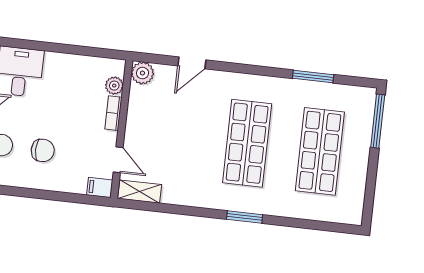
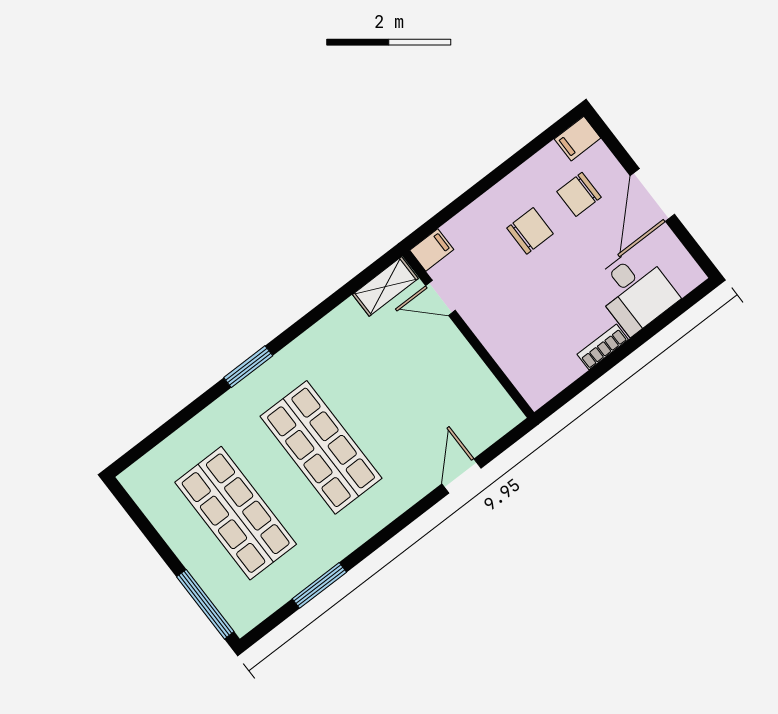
plant: (142, 73) -> (503, 415), removed
plant: (114, 86) -> (520, 373), removed
bookcase: (113, 113) -> (603, 347), moved, turned -90
chair: (43, 150) -> (530, 231), turned 180

